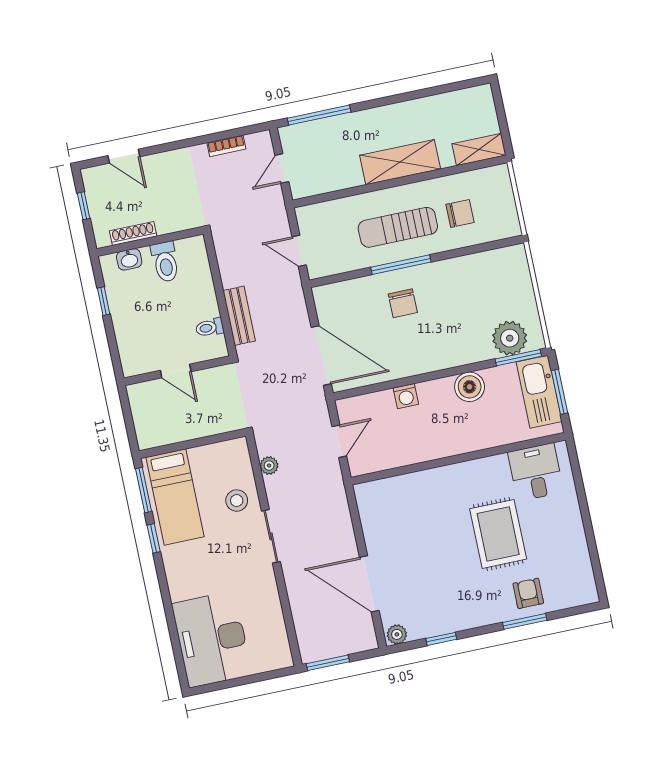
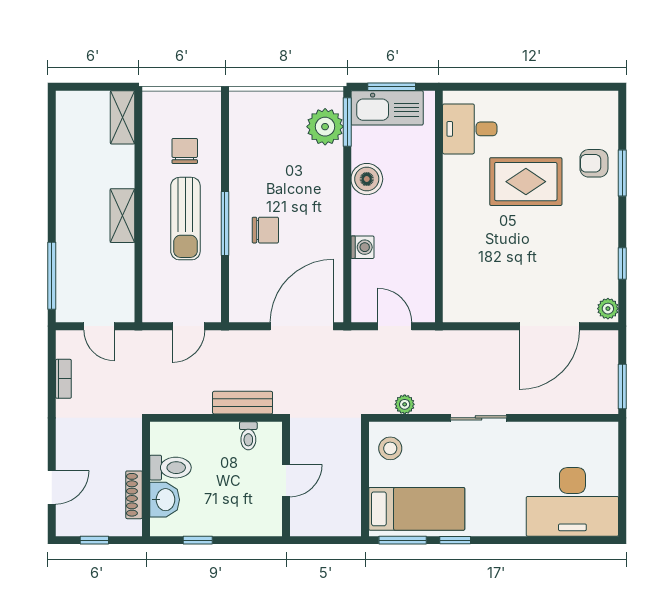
shelving: (400, 162) -> (122, 216), width x0.67, depth x0.75
washbasin: (129, 259) -> (165, 500), width x1.38, depth x1.45
stool: (237, 501) -> (390, 448), moved

